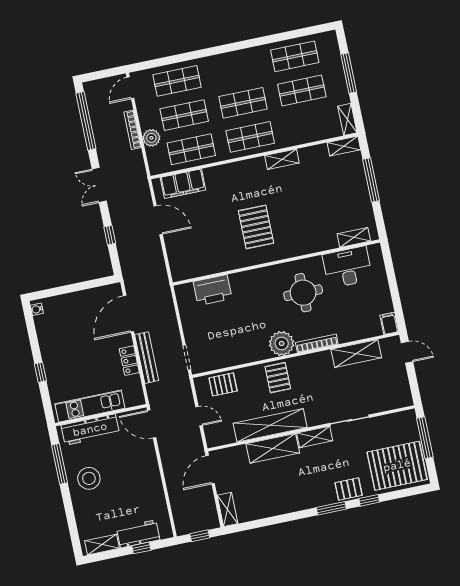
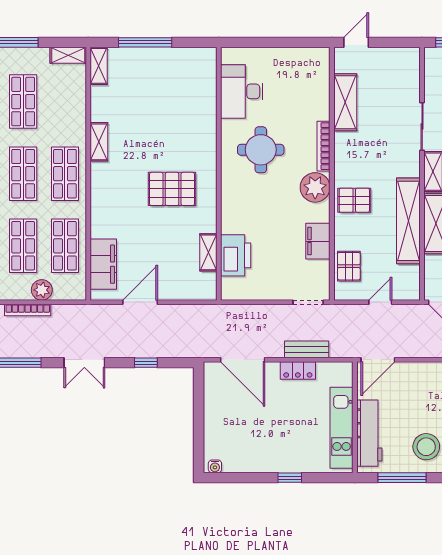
shelving: (354, 237) -> (208, 252), moved
filing cabinet: (389, 323) -> (318, 241), moved, width x2.00
bench: (147, 358) -> (307, 349), width x0.73

